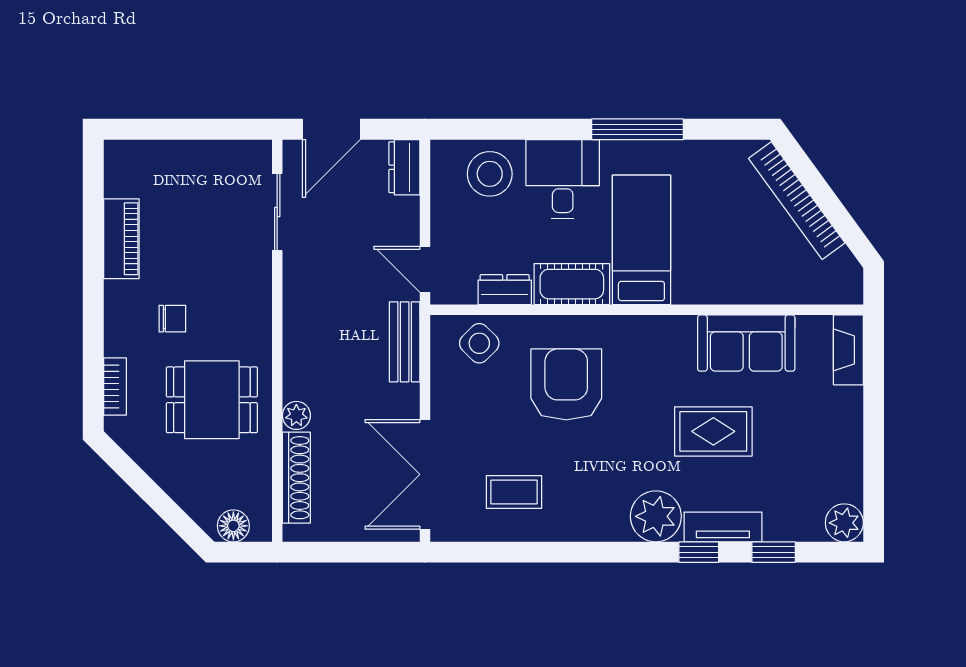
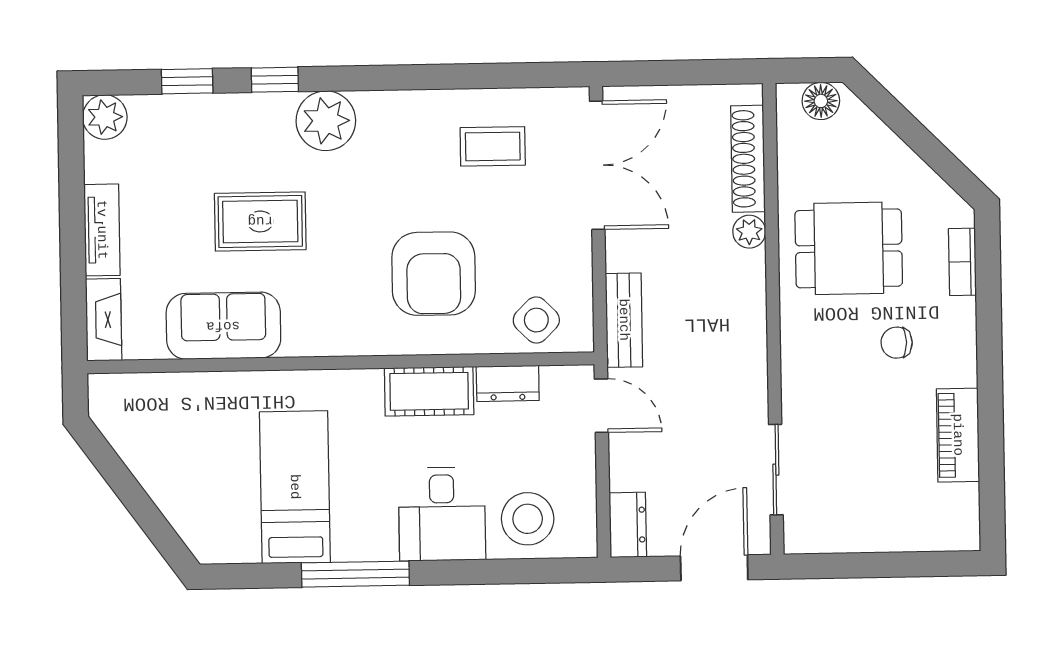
bookcase: (797, 201) -> (167, 494), removed
bed: (641, 240) -> (295, 487), moved, turned 180
tv unit: (723, 527) -> (102, 230), moved, turned -90

